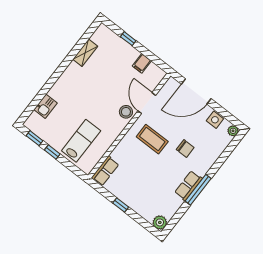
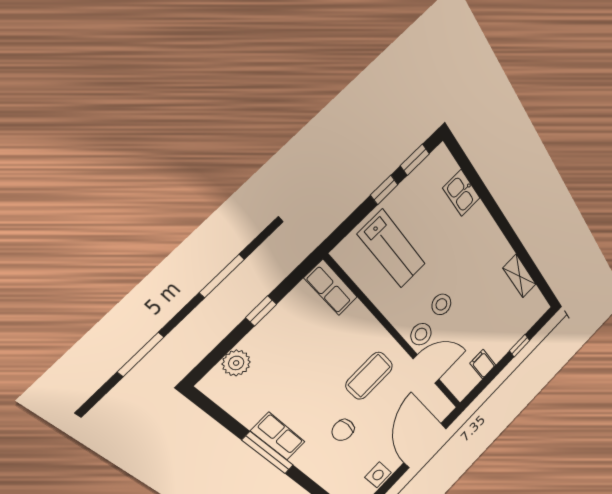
stool: (108, 103) -> (441, 304), added
plant: (160, 222) -> (236, 363), moved

